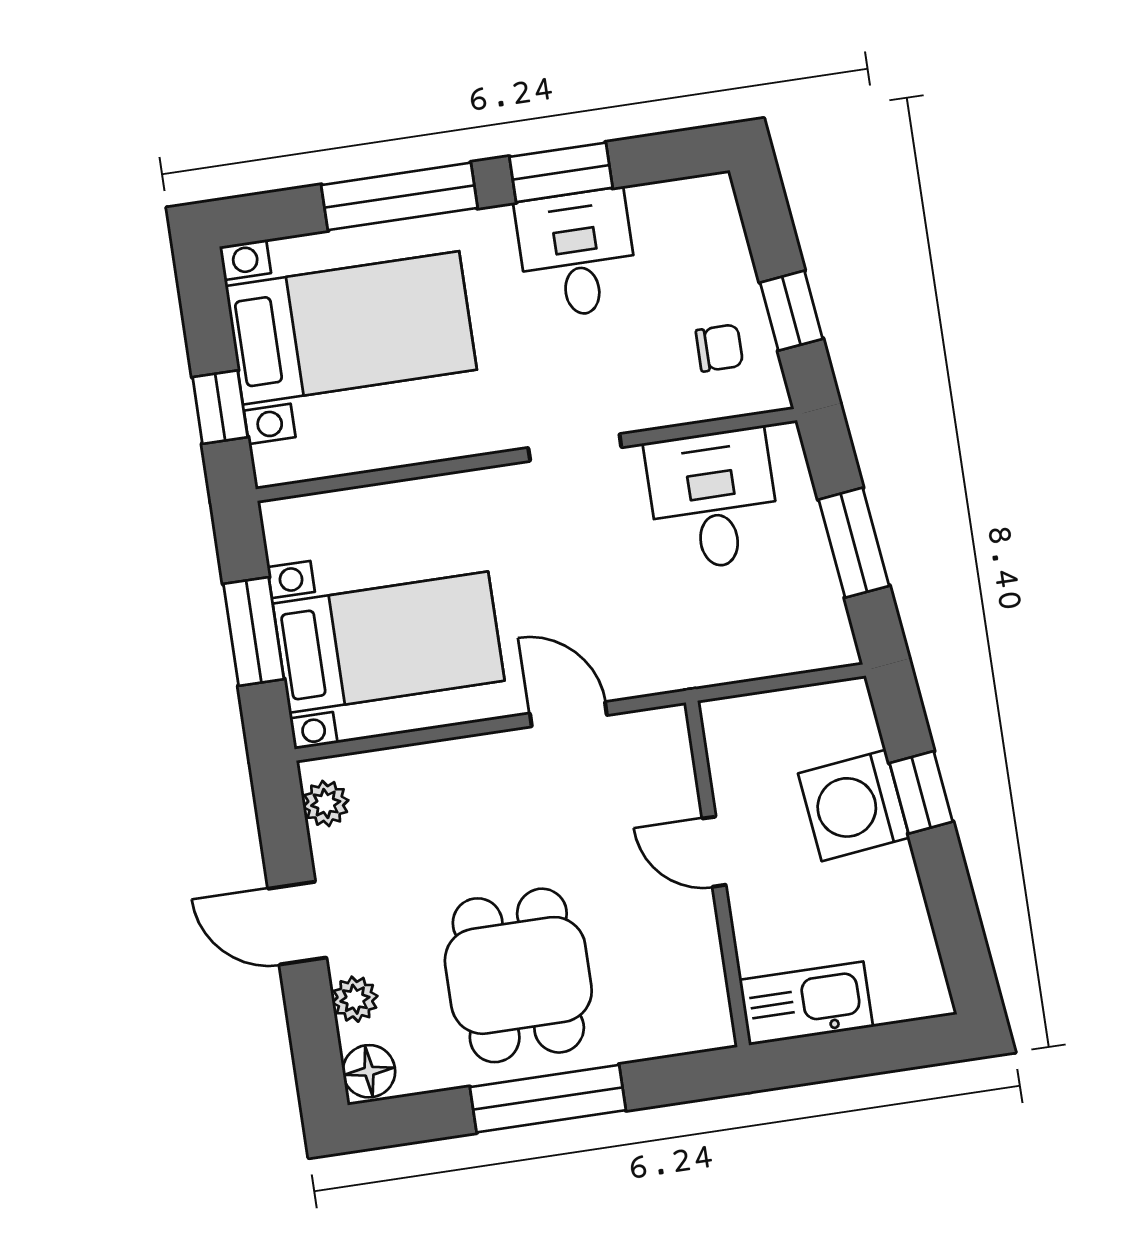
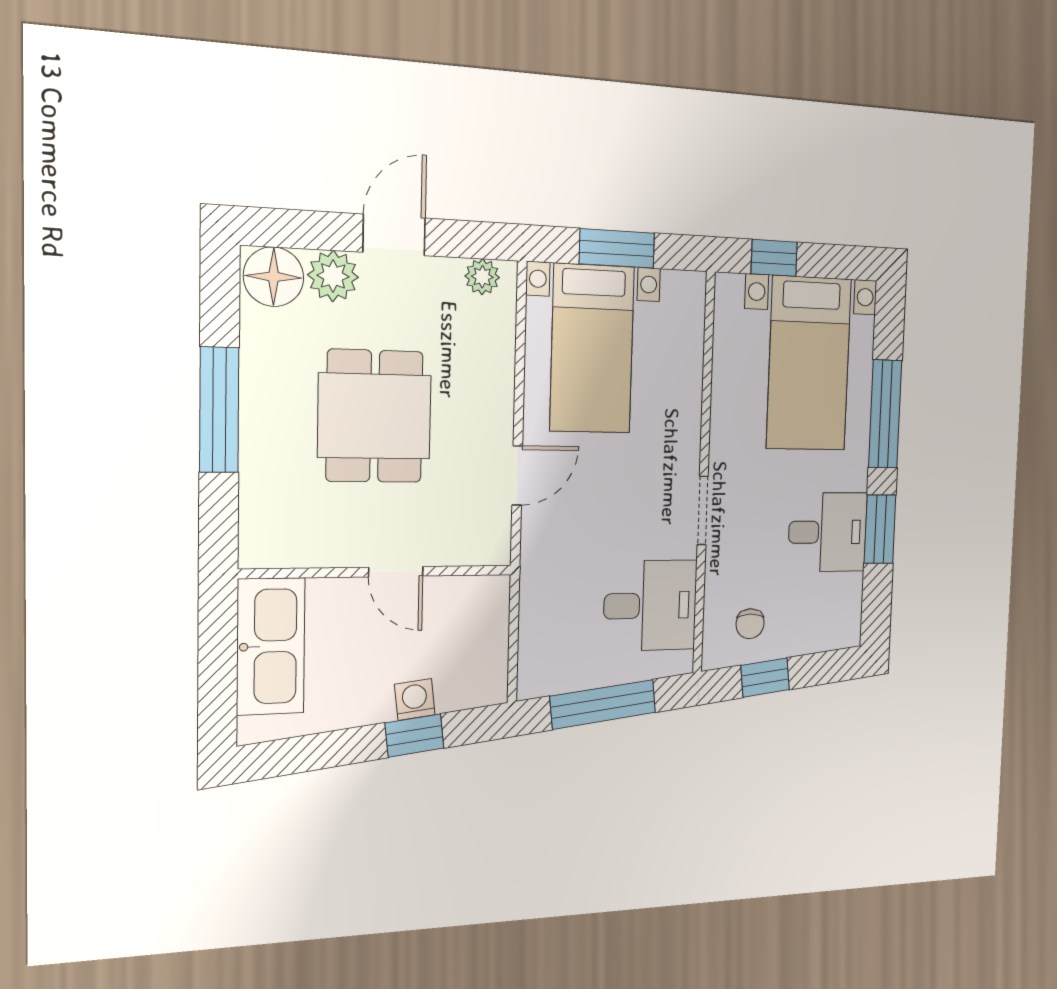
window: (854, 543) -> (603, 704), width x1.44
washing machine: (854, 806) -> (415, 700), width x0.53, depth x0.53
door: (714, 852) -> (396, 572), swing flipped
dining table: (518, 975) -> (375, 416), moved, turned 90
plant: (355, 999) -> (333, 276), width x1.38, depth x1.38
kitchen sink: (806, 1003) -> (271, 646), width x1.36, depth x1.24
floor lamp: (369, 1071) -> (274, 277), width x1.38, depth x1.38

